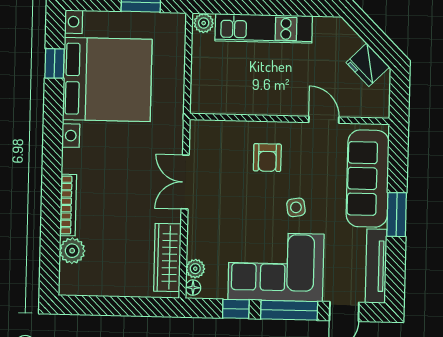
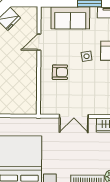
sofa: (368, 179) -> (70, 18), width x0.73

